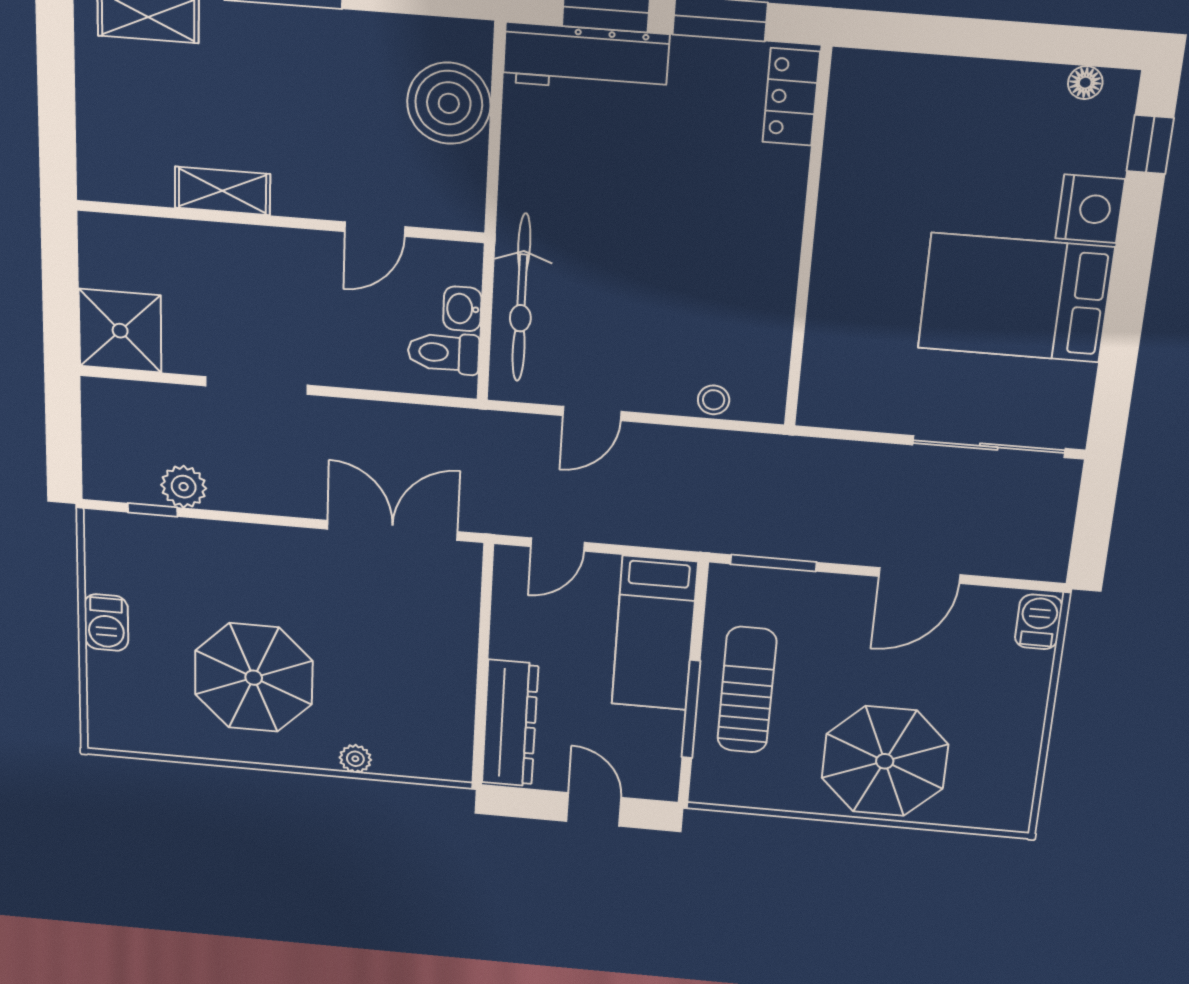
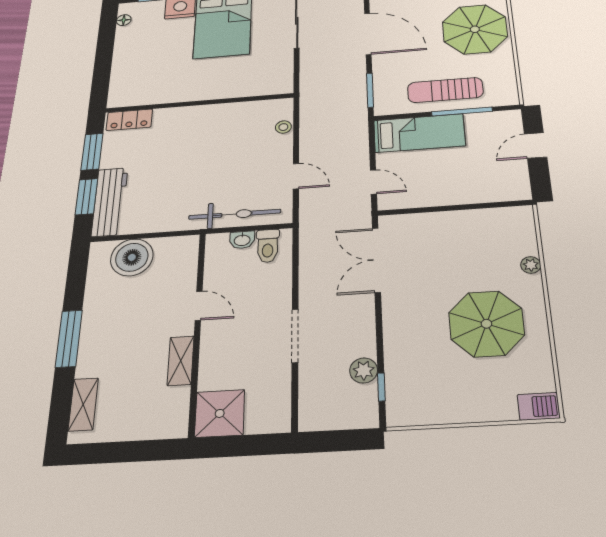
door: (375, 229) -> (199, 306), moved
shower: (120, 331) -> (220, 413), moved
door: (919, 576) -> (368, 34), width x1.36
barbecue: (106, 623) -> (539, 406), moved
dresser: (510, 723) -> (489, 191), removed

